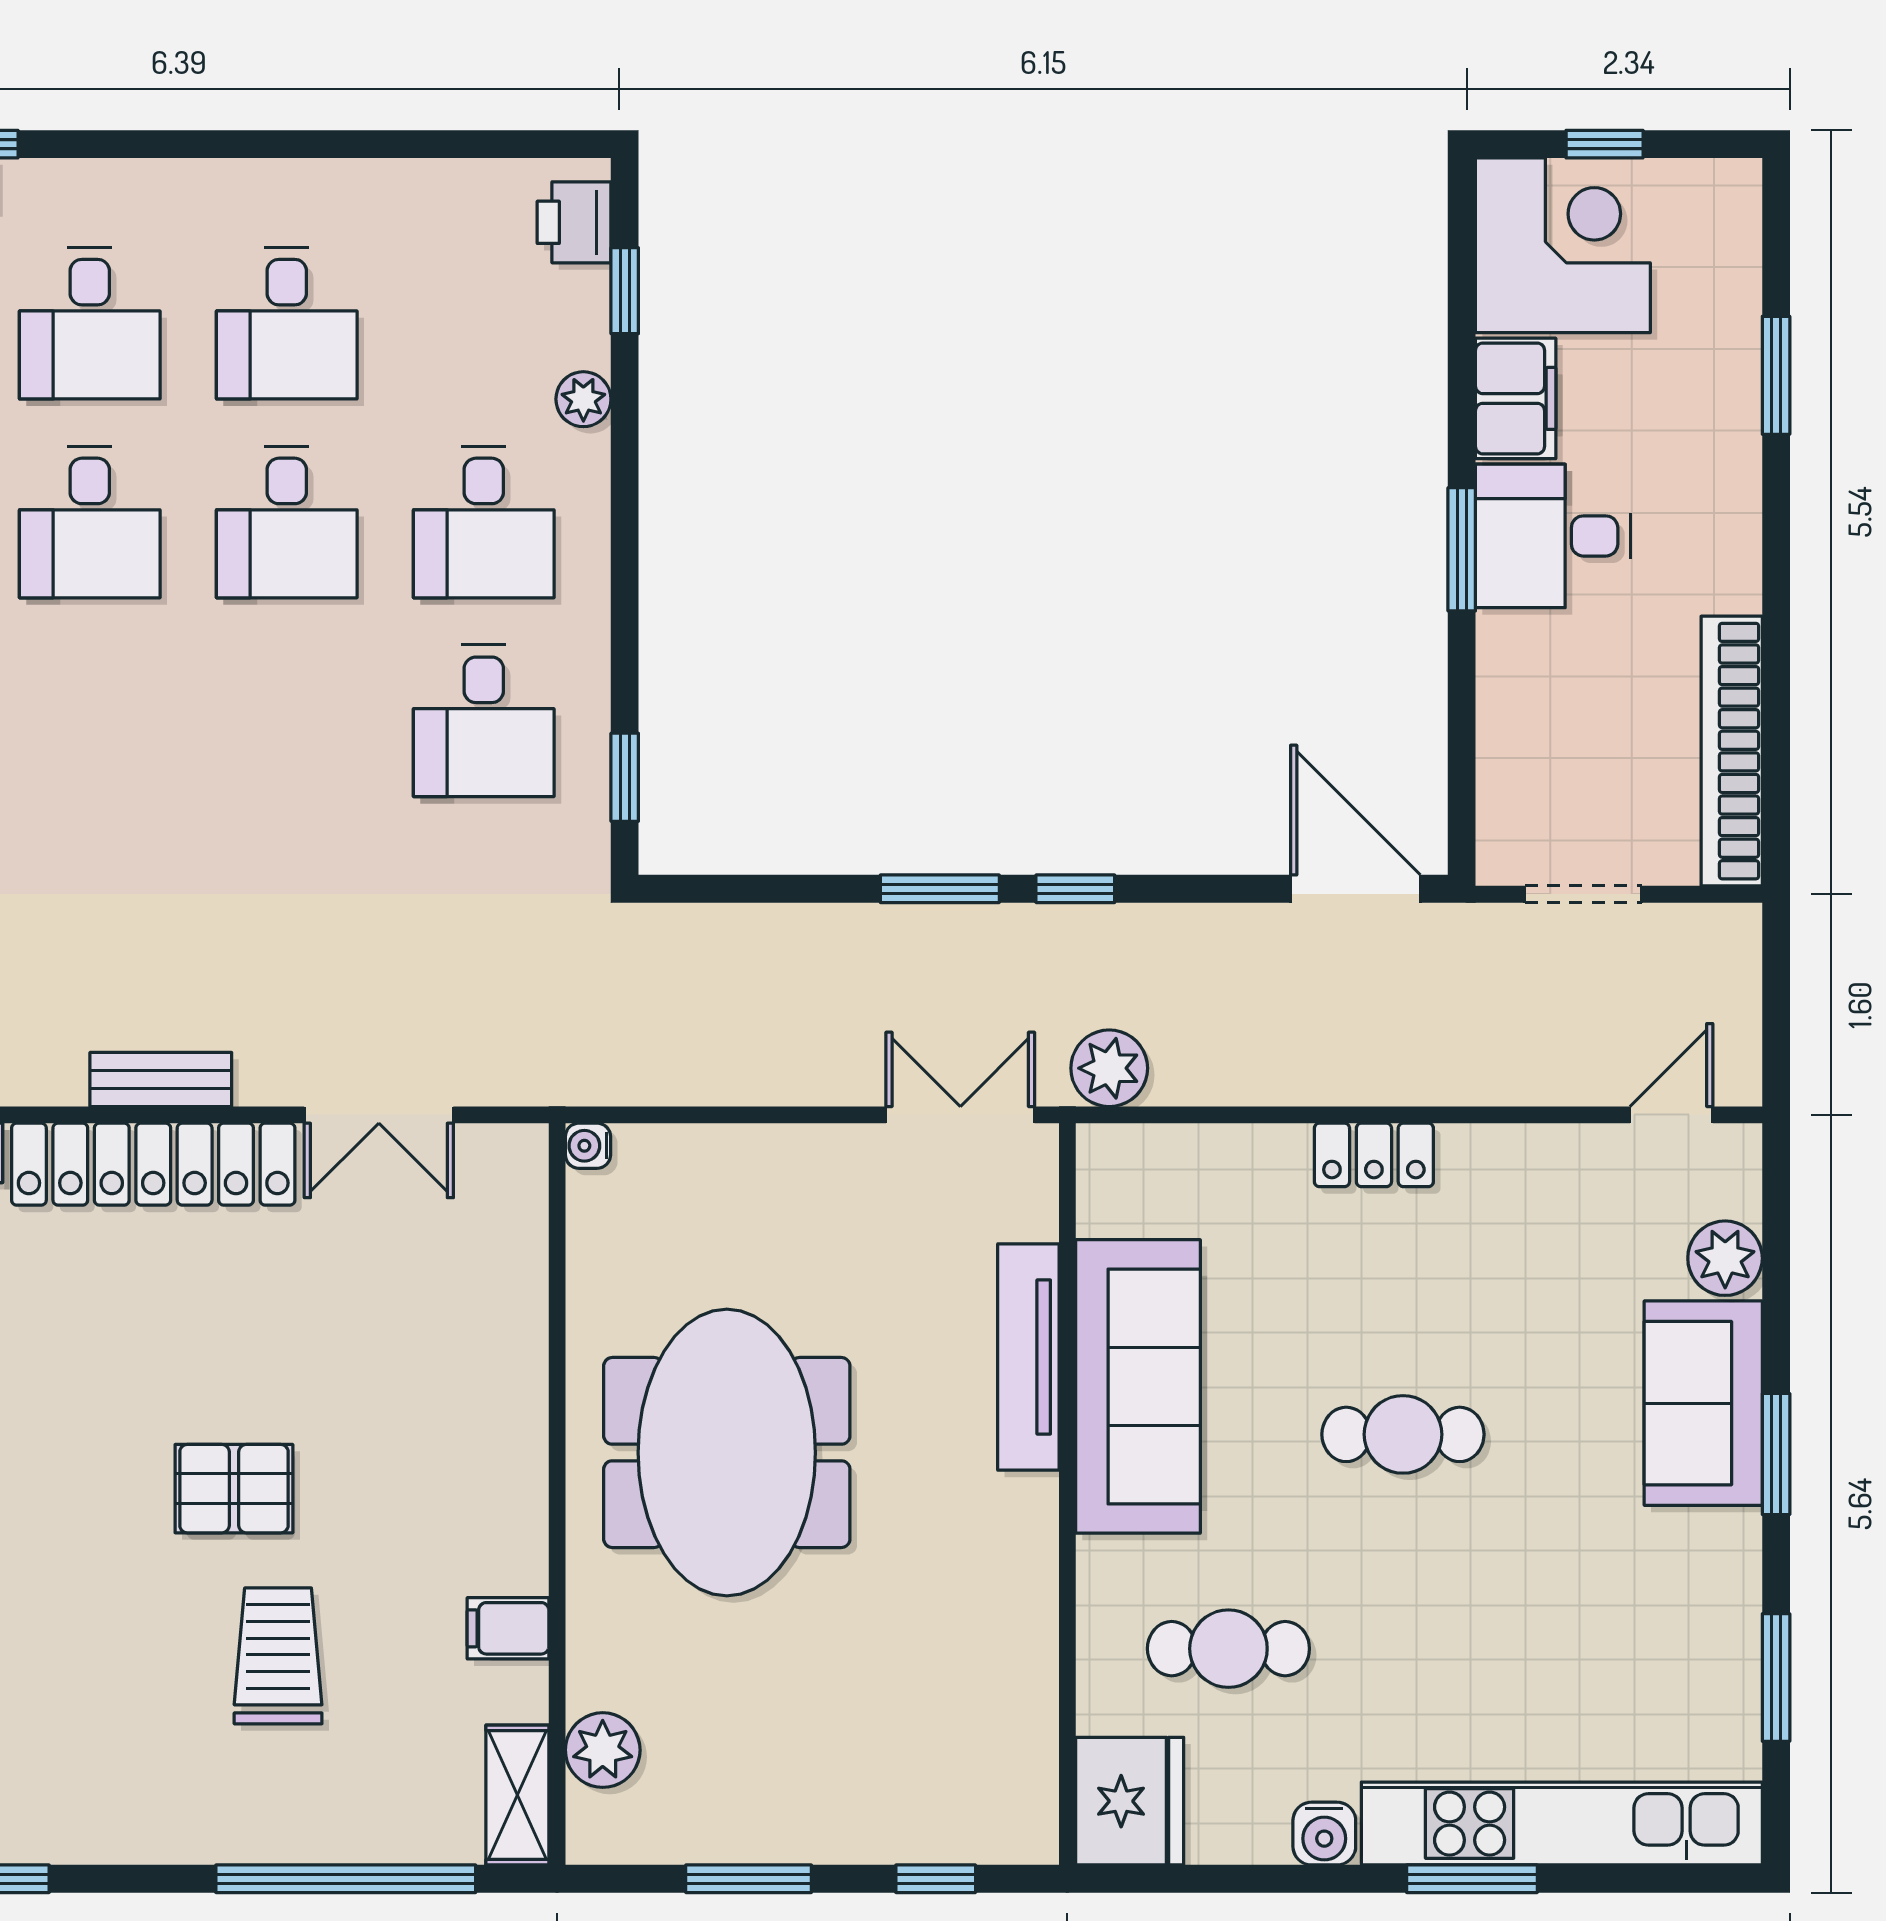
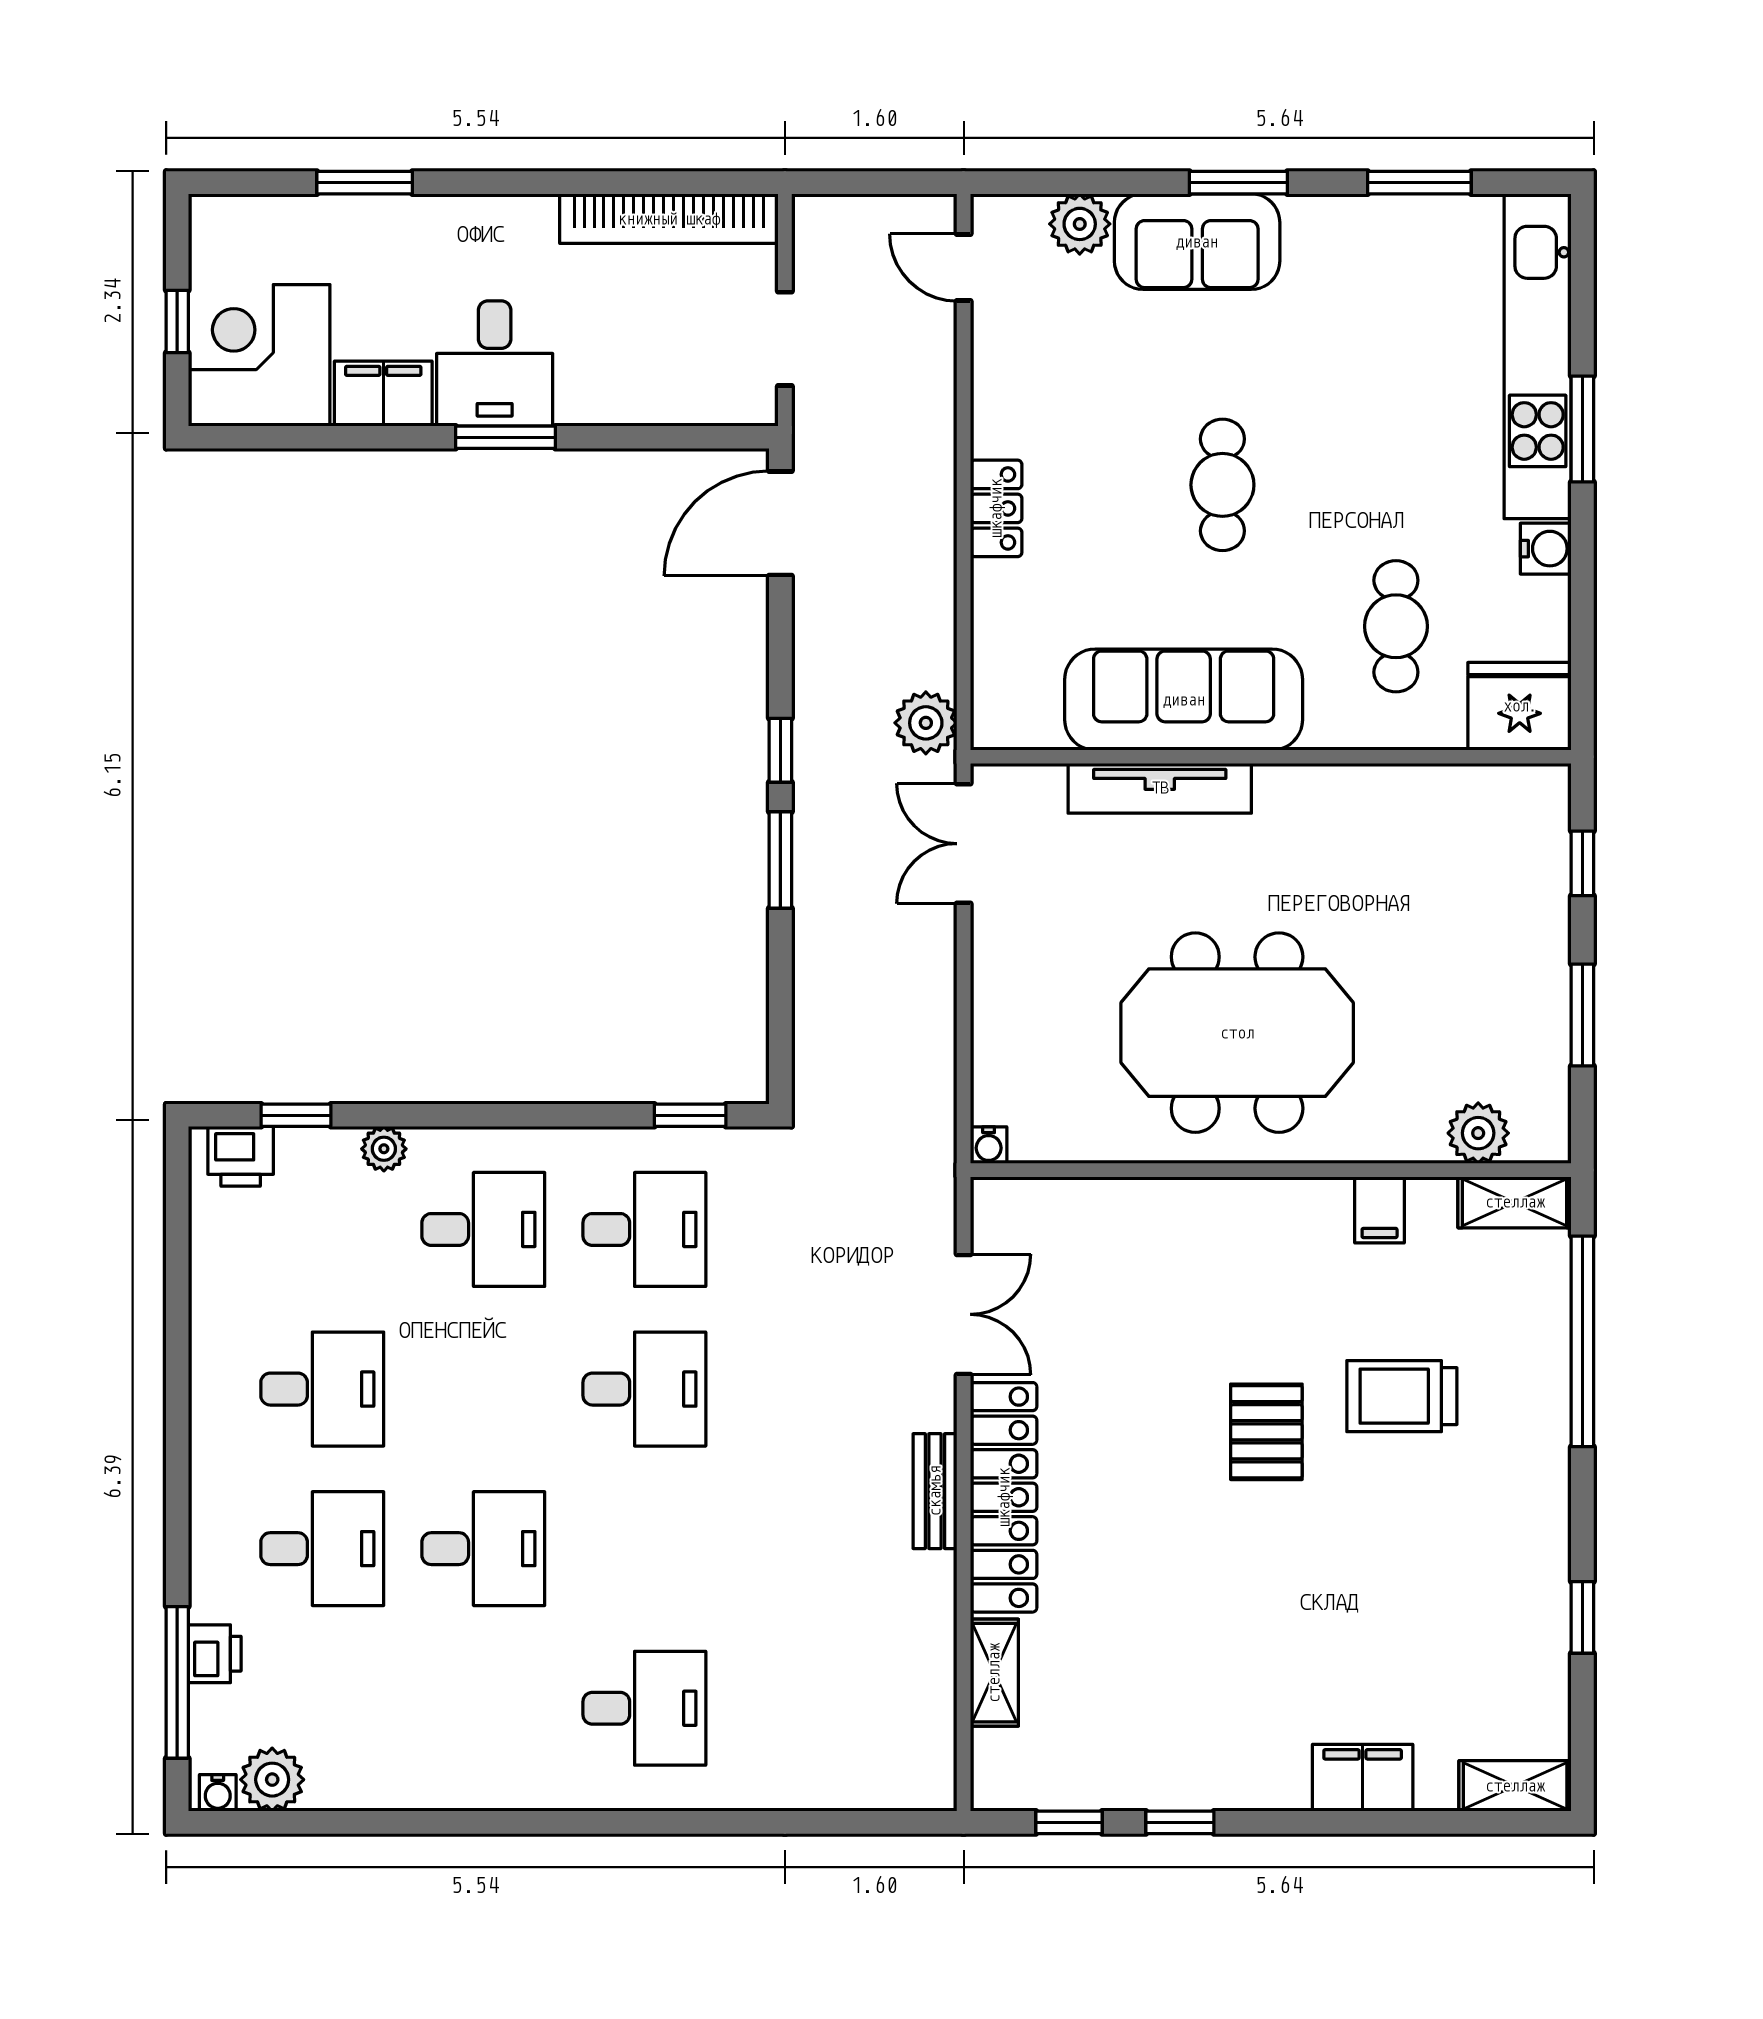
desk: (287, 522) -> (644, 1389), moved

